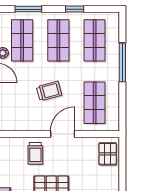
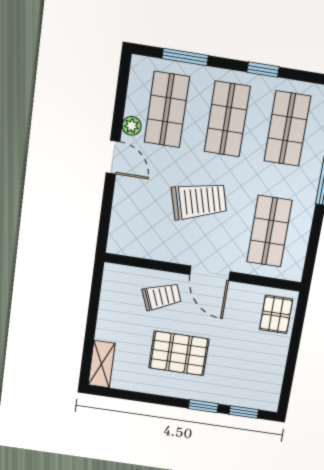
trolley: (49, 91) -> (199, 201), width x1.36, depth x1.39
door: (63, 134) -> (210, 273), swing flipped
trolley: (35, 153) -> (162, 297), turned -111

